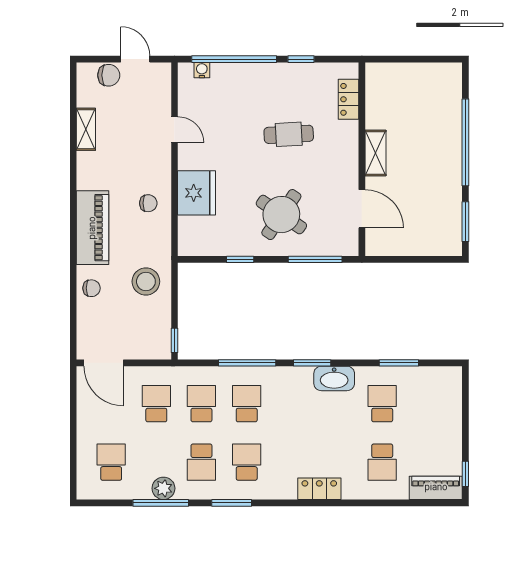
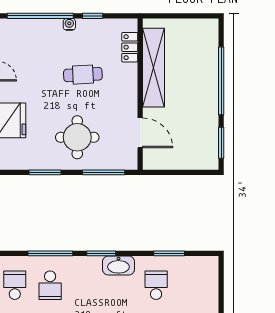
water cooler: (202, 70) -> (69, 24), moved
shelving: (375, 153) -> (153, 68), width x2.20, depth x1.33
round table: (281, 215) -> (77, 137), turned -34
window: (240, 259) -> (45, 172), width x1.50
school desk: (247, 404) -> (50, 285), turned 180

